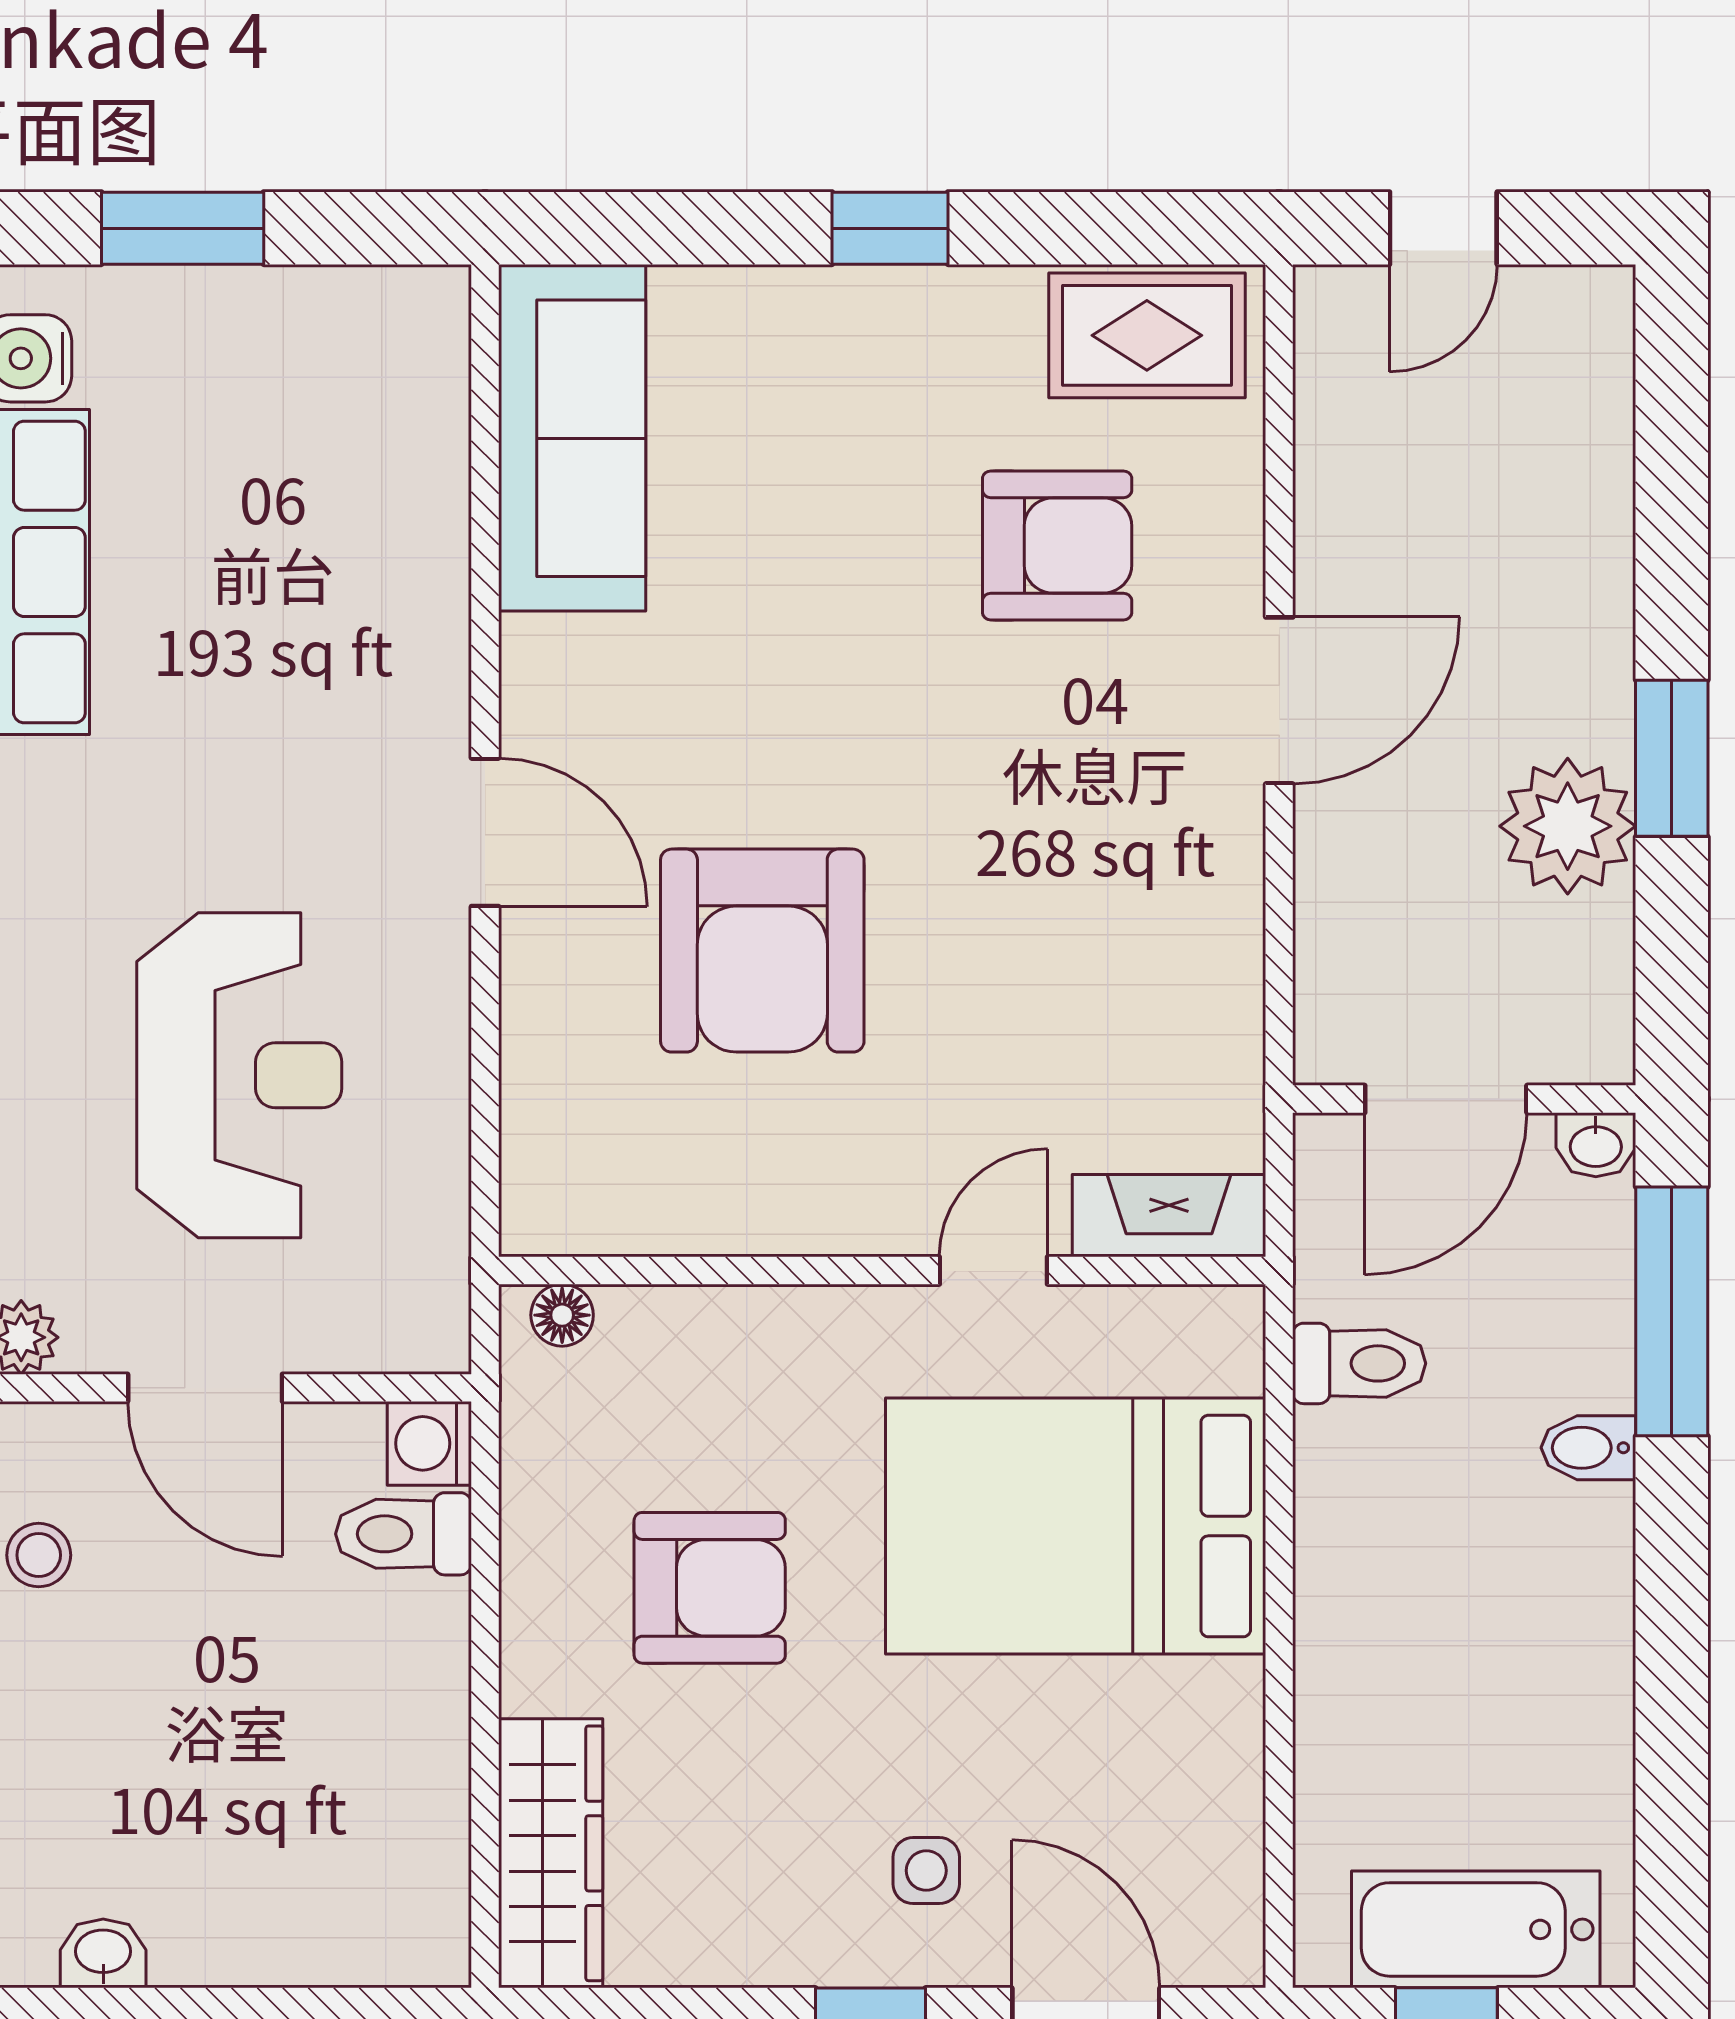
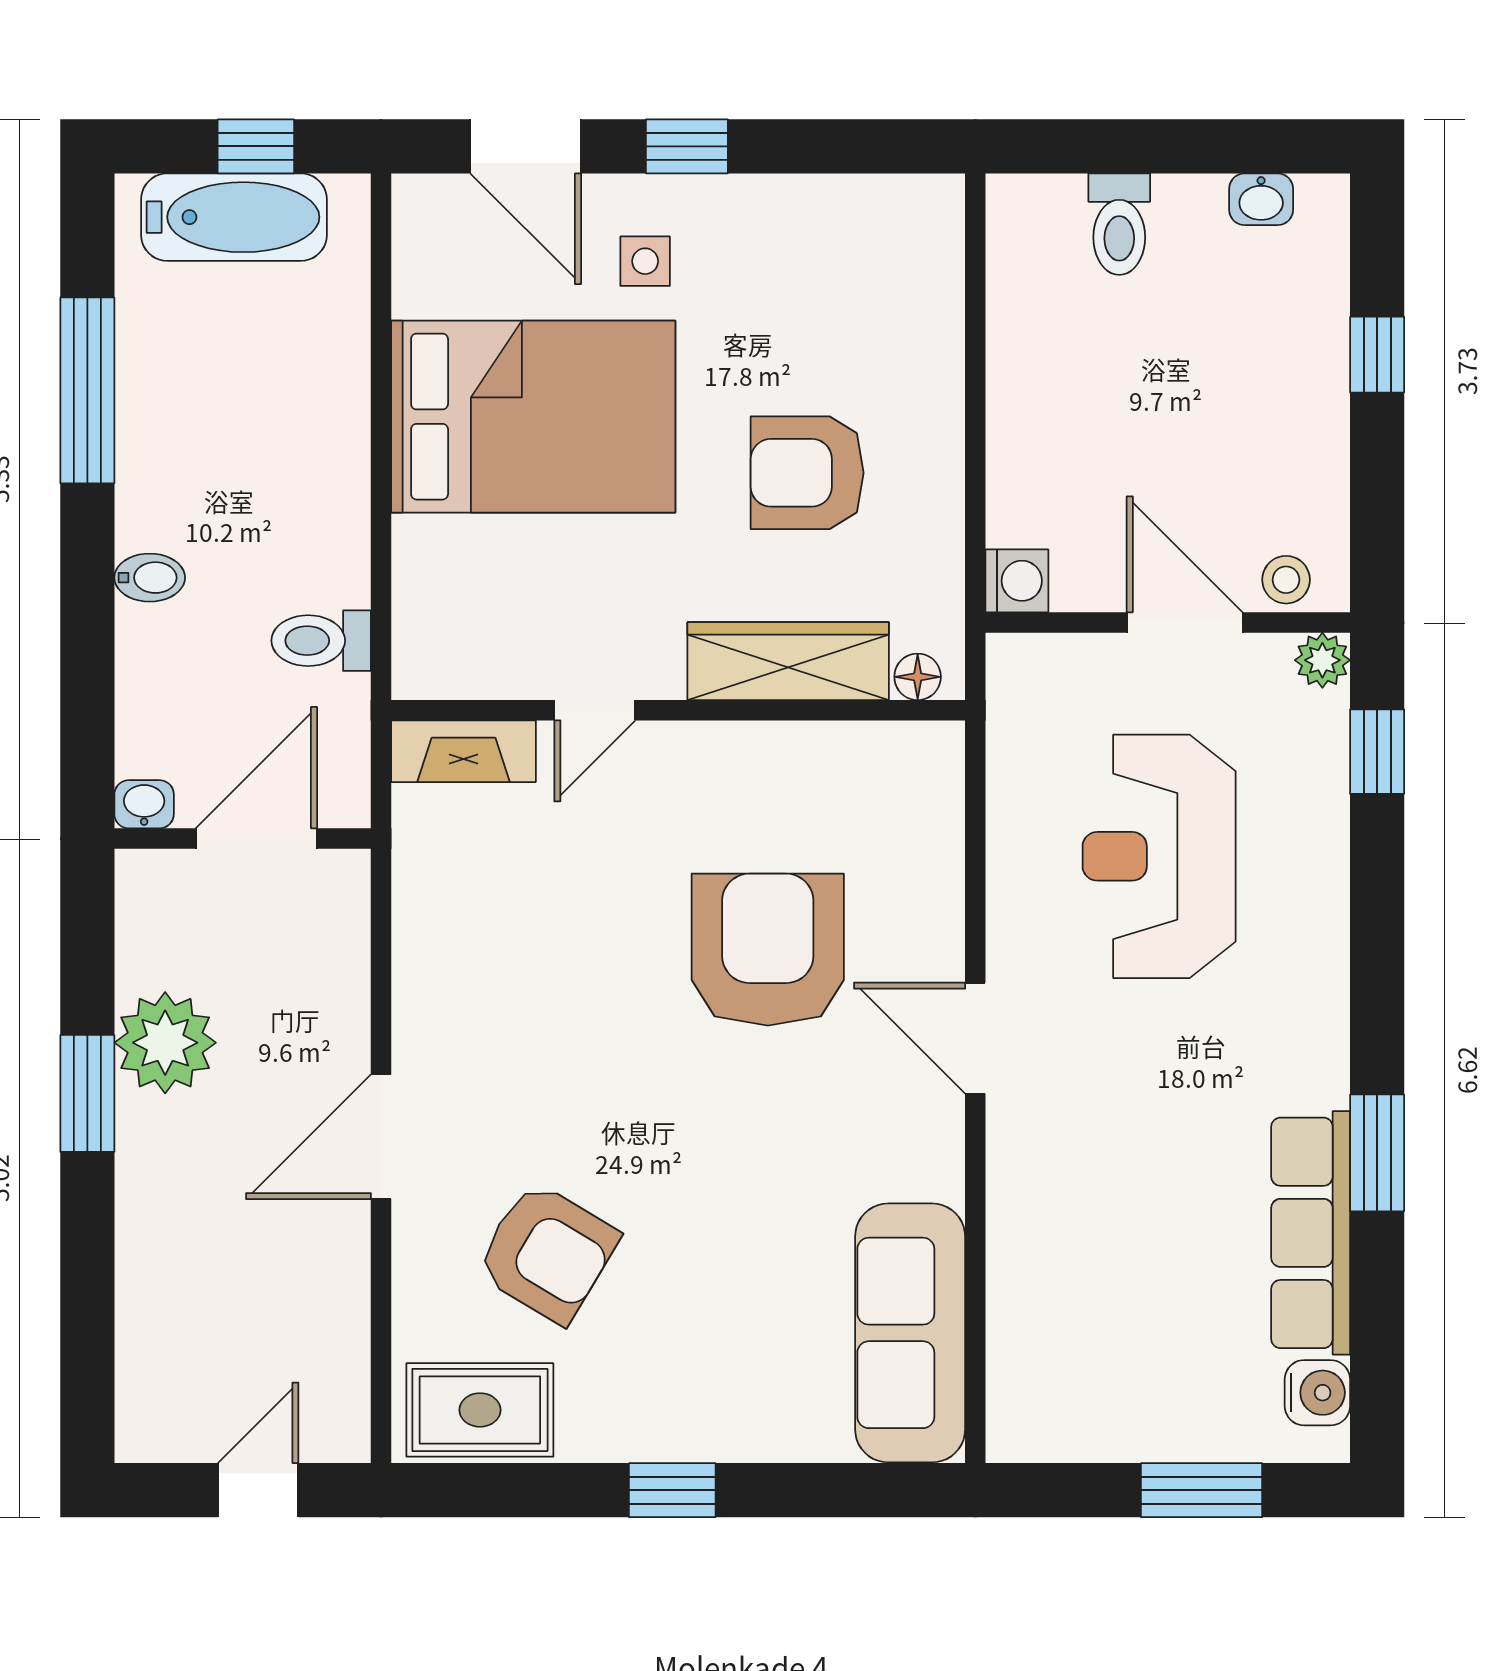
armchair: (1057, 545) -> (547, 1253), turned -149
window: (1672, 1311) -> (87, 390), moved
bed: (1076, 1526) -> (533, 417), moved
toilet: (404, 1534) -> (1119, 224), moved, turned 90
stool: (39, 1555) -> (1286, 580), moved
wardrobe: (551, 1853) -> (788, 661), moved, turned 90

